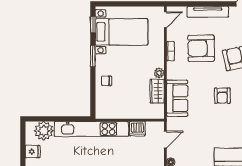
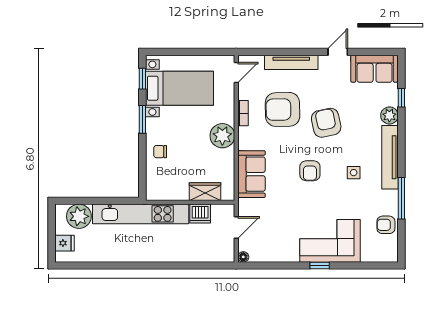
plant: (159, 73) -> (222, 136), width x1.87, depth x1.87
wardrobe: (157, 91) -> (205, 192), moved, turned 90

